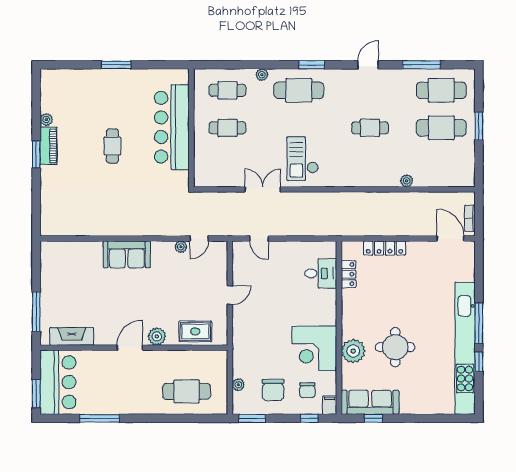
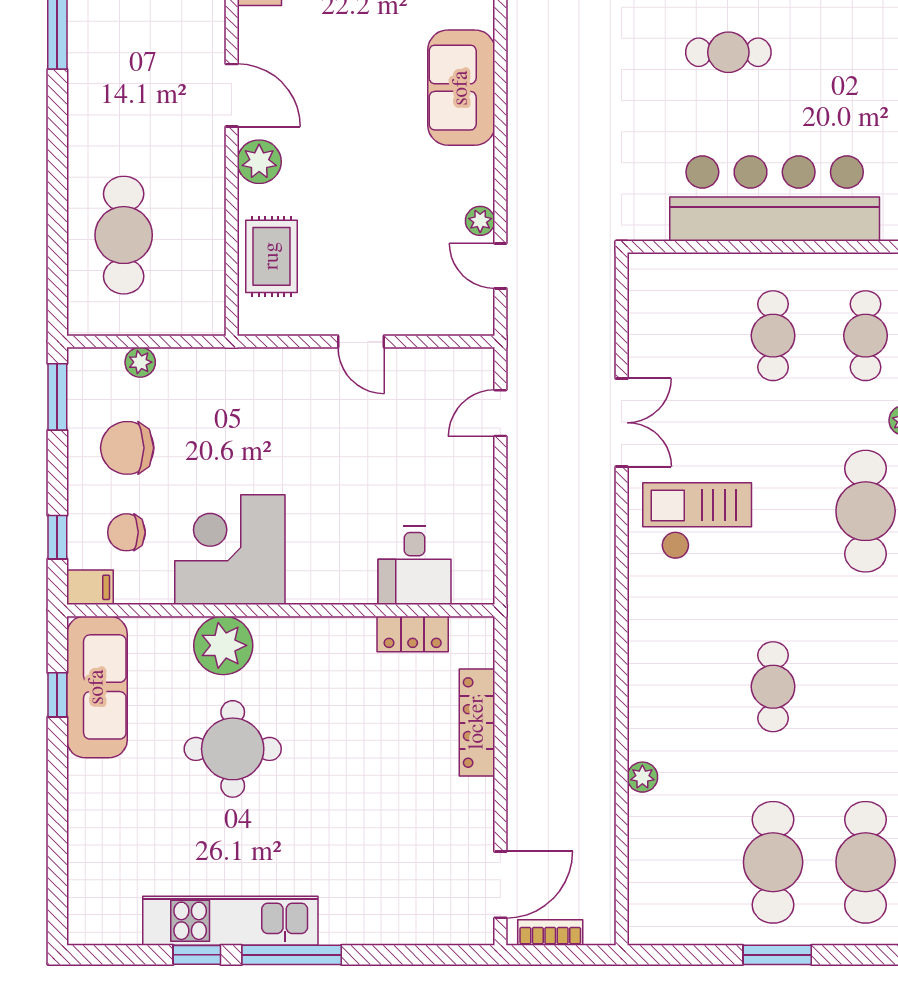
kitchen unit: (465, 348) -> (230, 921), width x0.54

